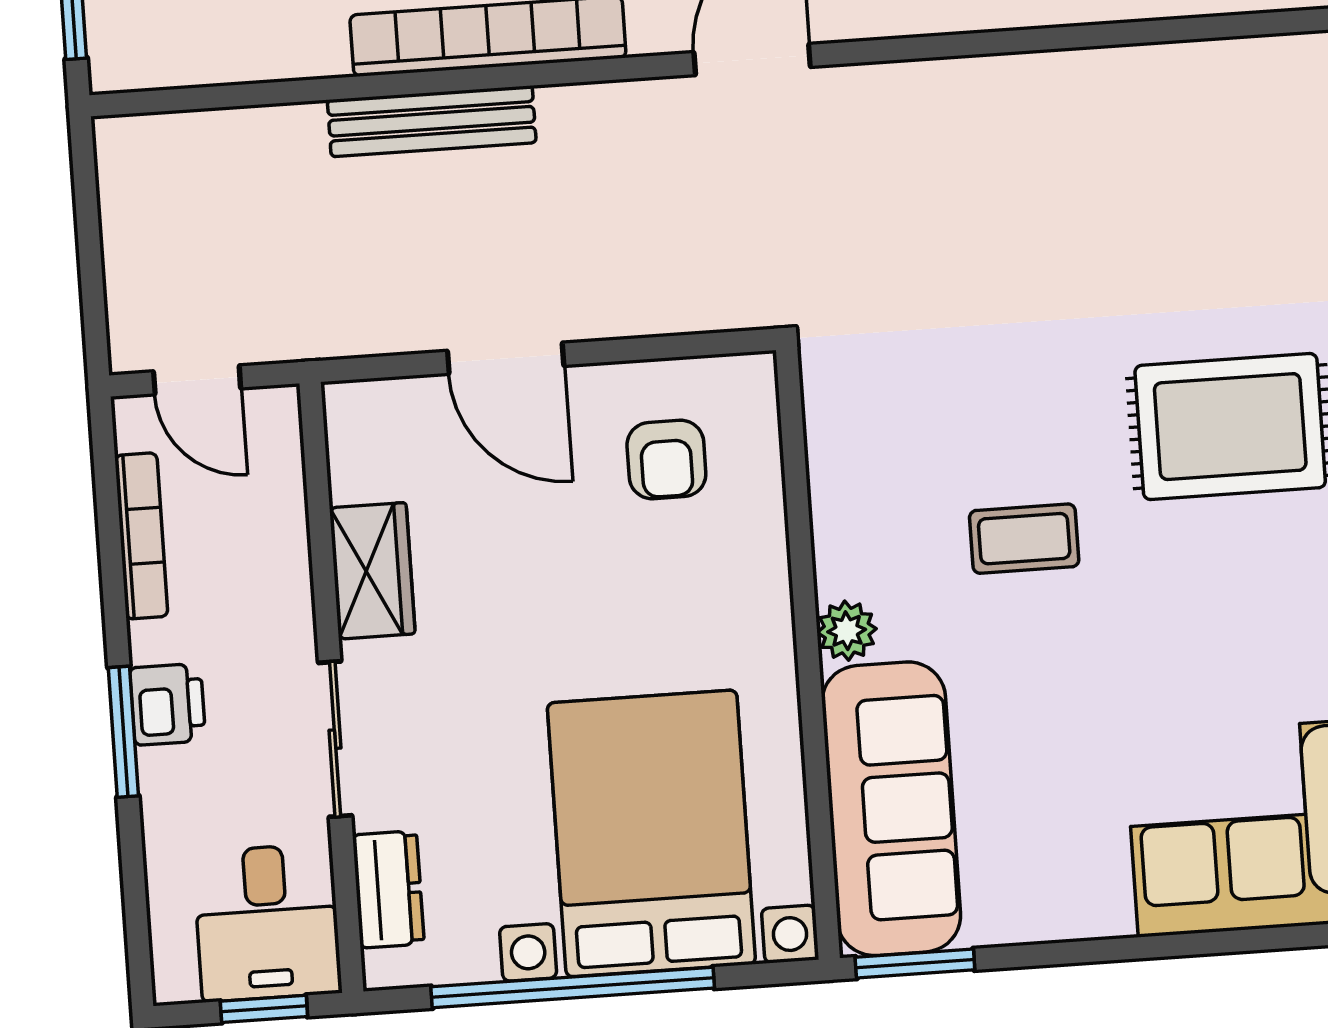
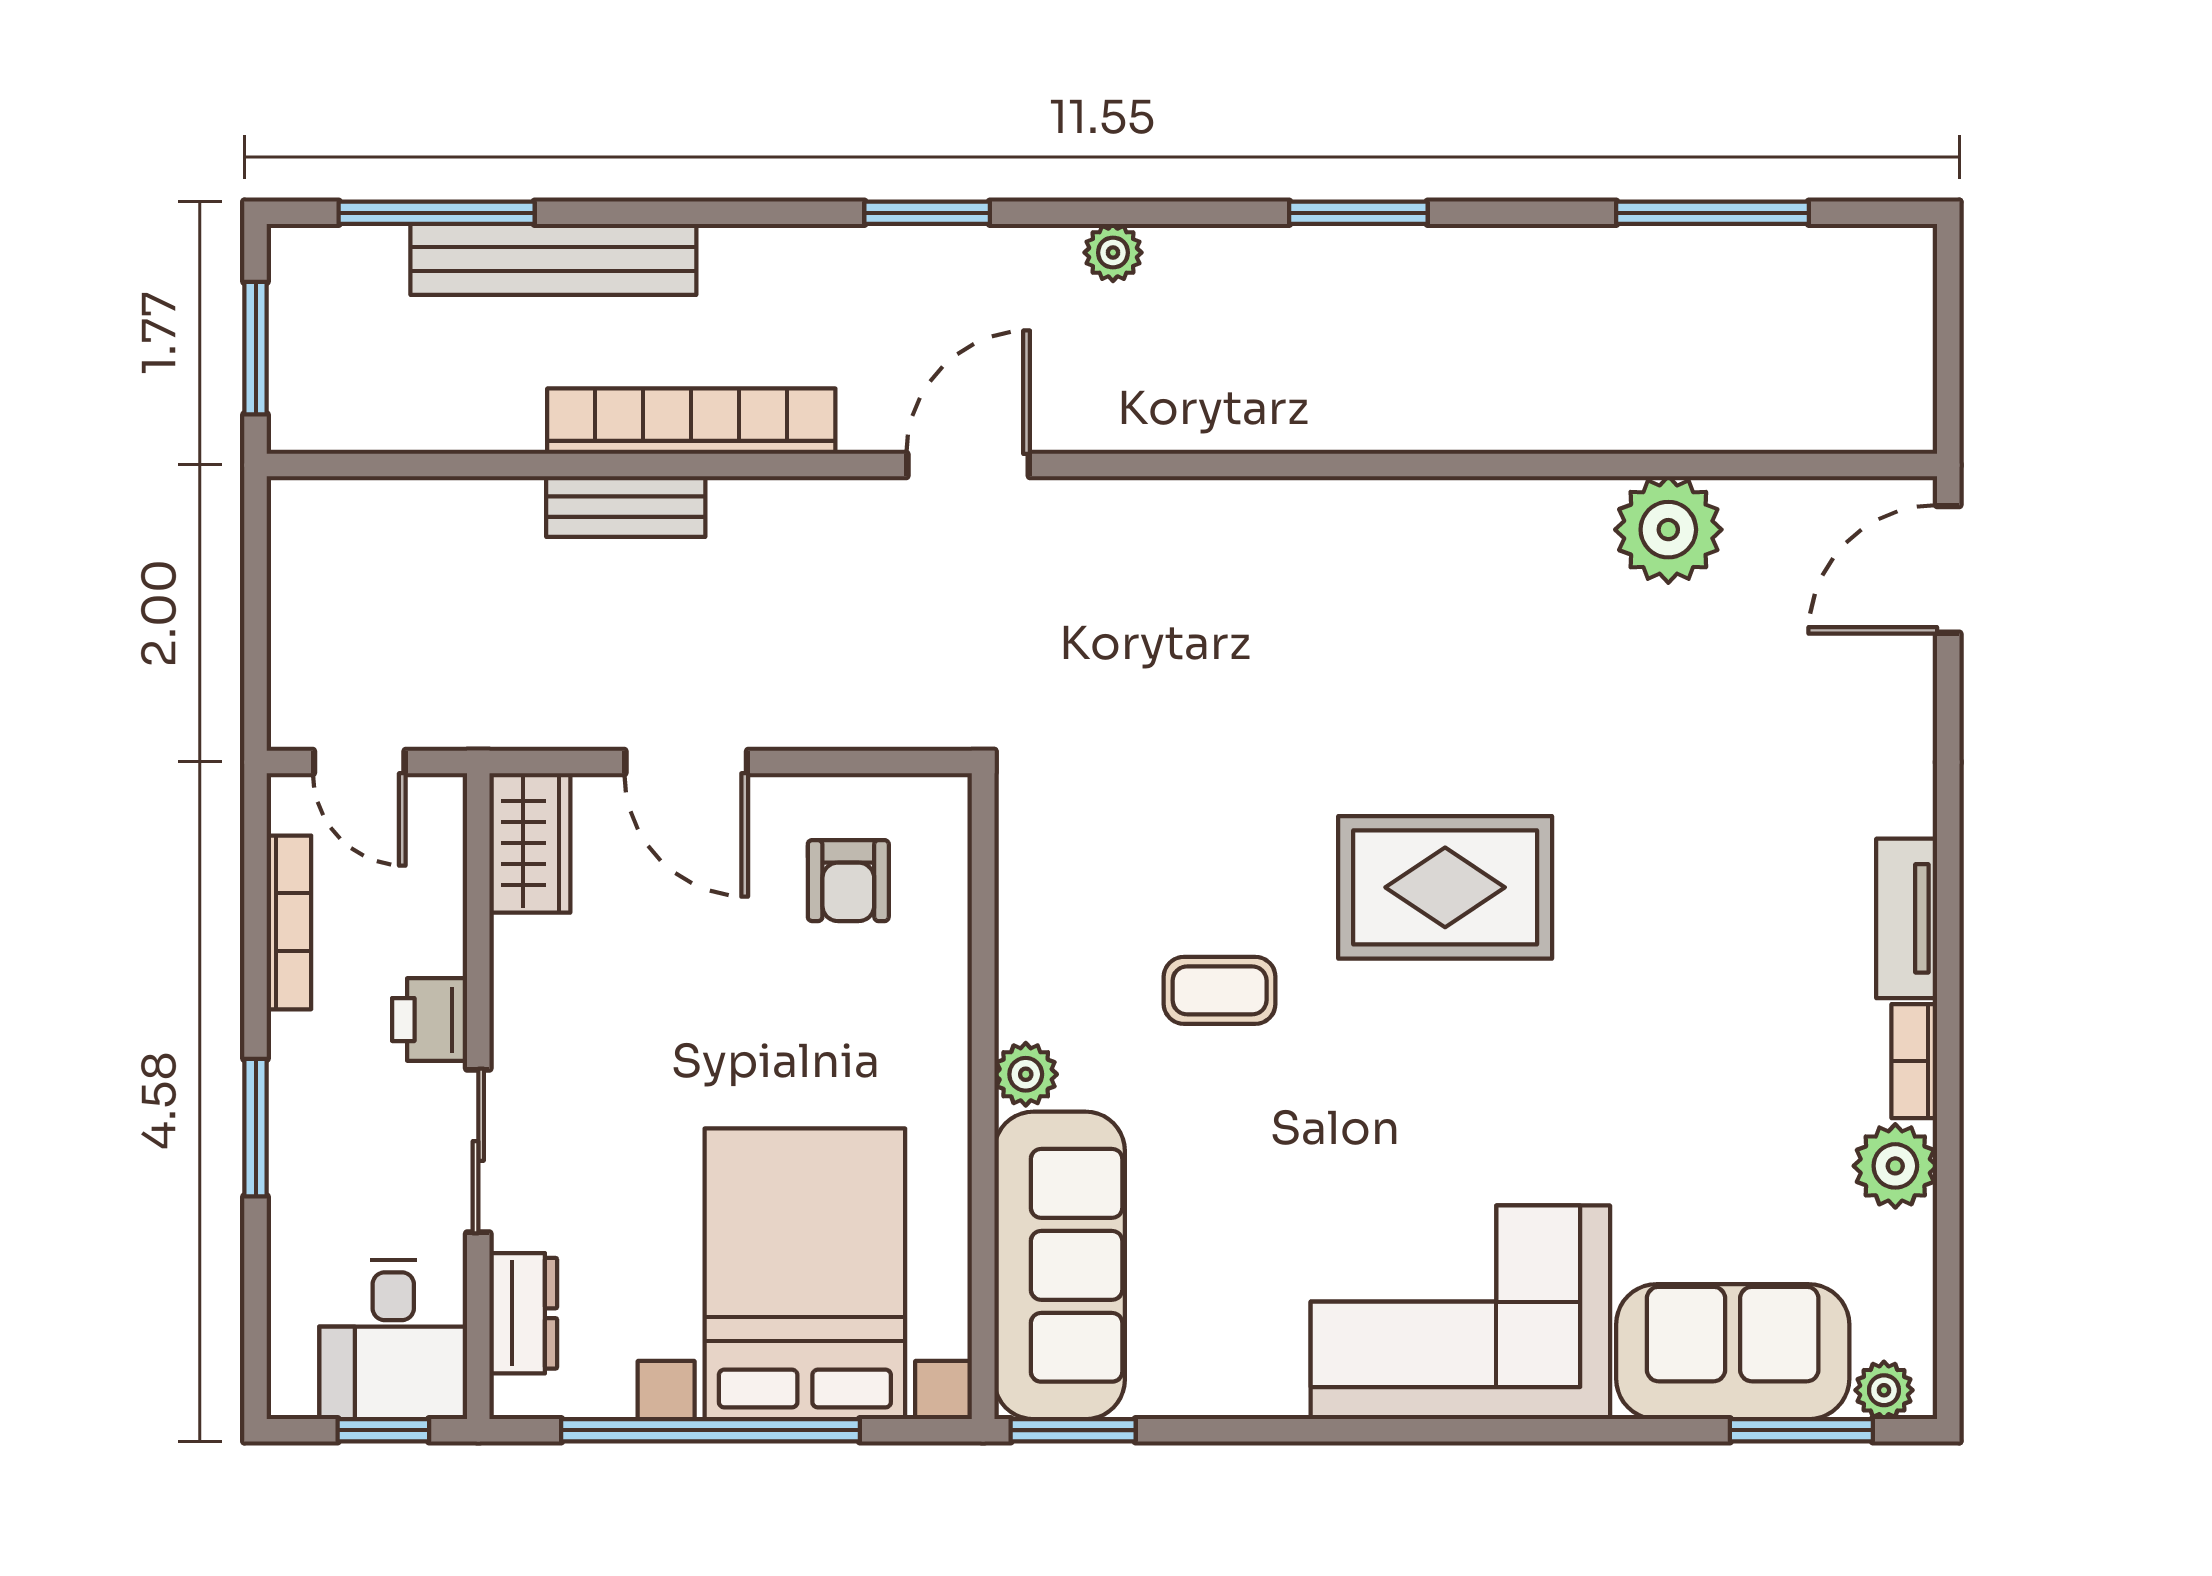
bench: (432, 121) -> (626, 507), width x0.73
wardrobe: (372, 571) -> (530, 843), moved
printer: (168, 704) -> (430, 1020), moved, turned 180

